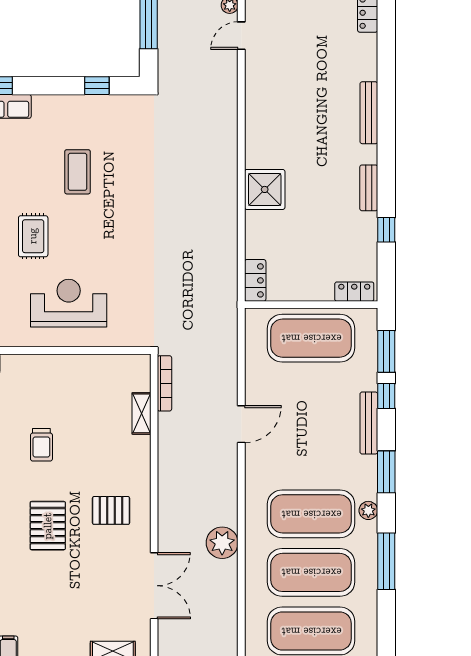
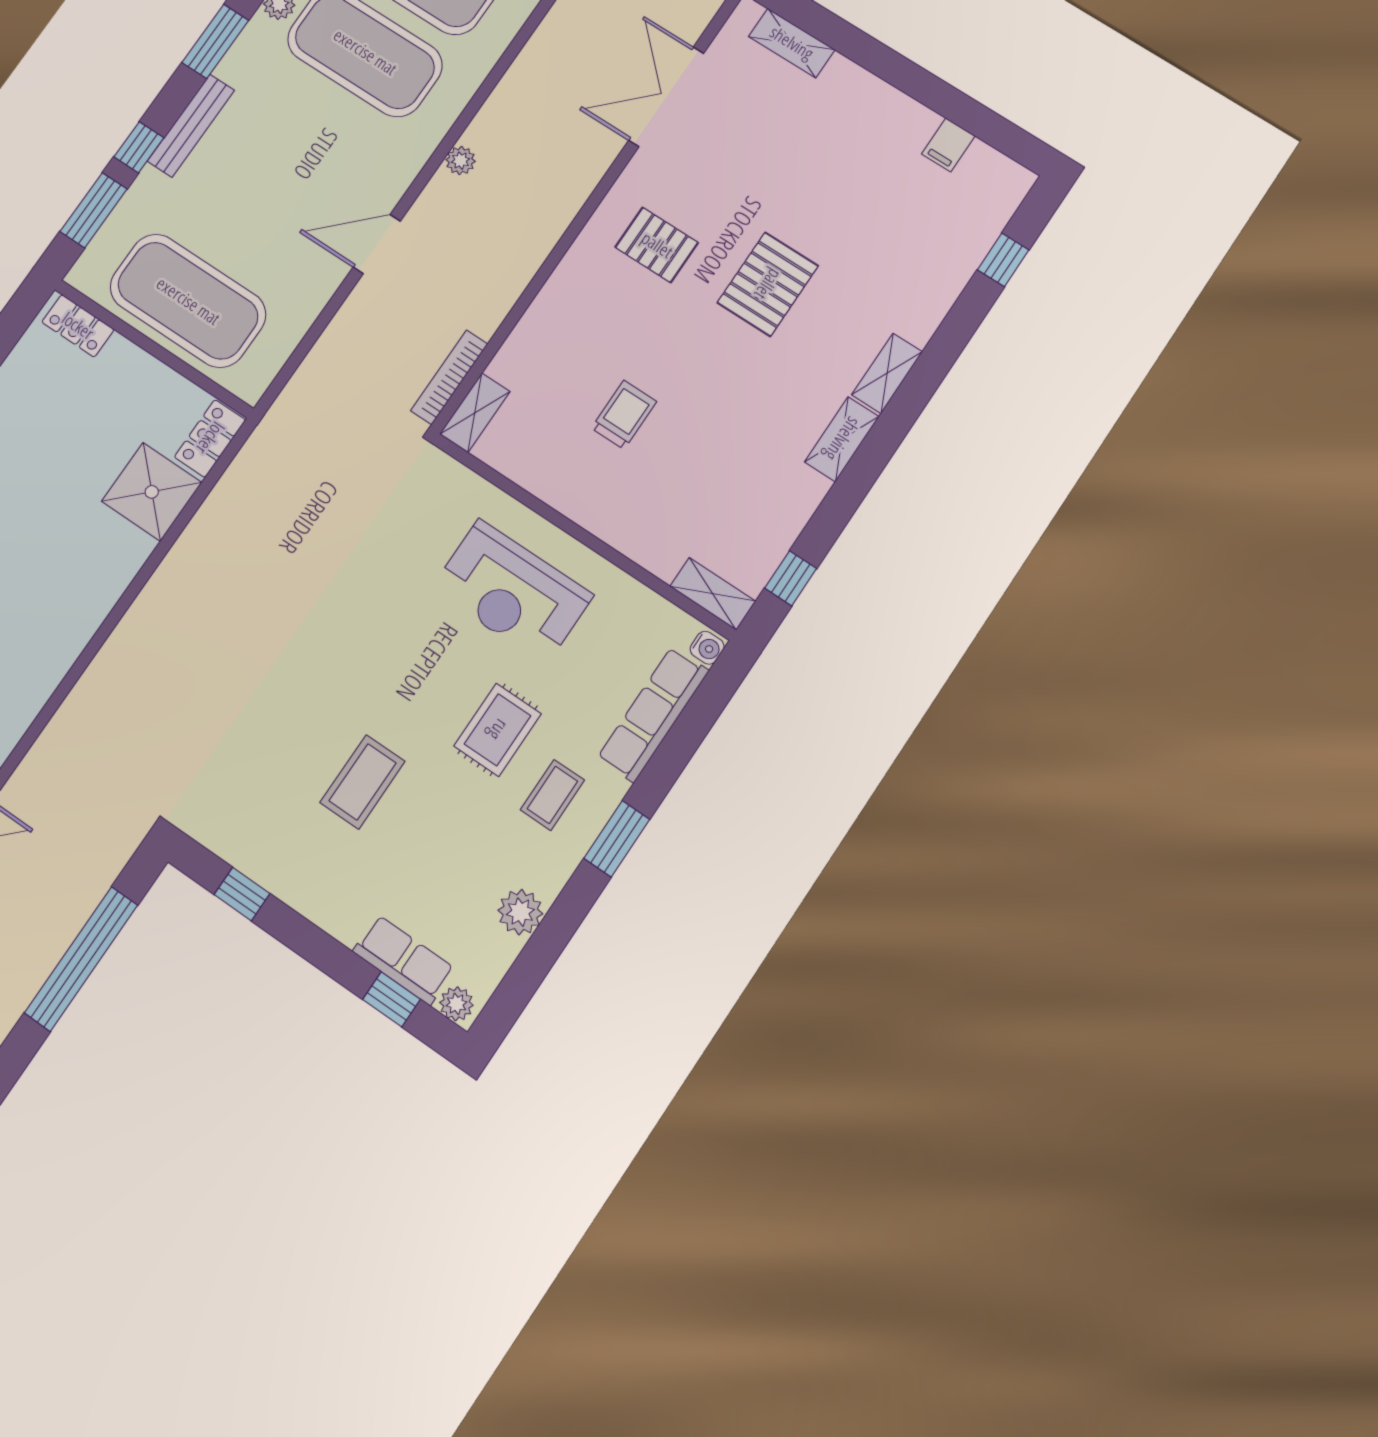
shower: (265, 189) -> (152, 492), moved
shelving: (141, 413) -> (475, 413), moved
trolley: (41, 445) -> (624, 415), moved
plant: (222, 543) -> (461, 161), moved, width x0.53, depth x0.53

